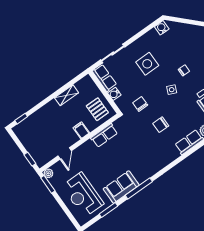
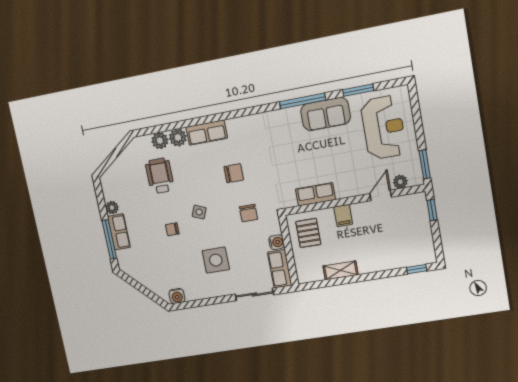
plant: (48, 173) -> (400, 182), moved

